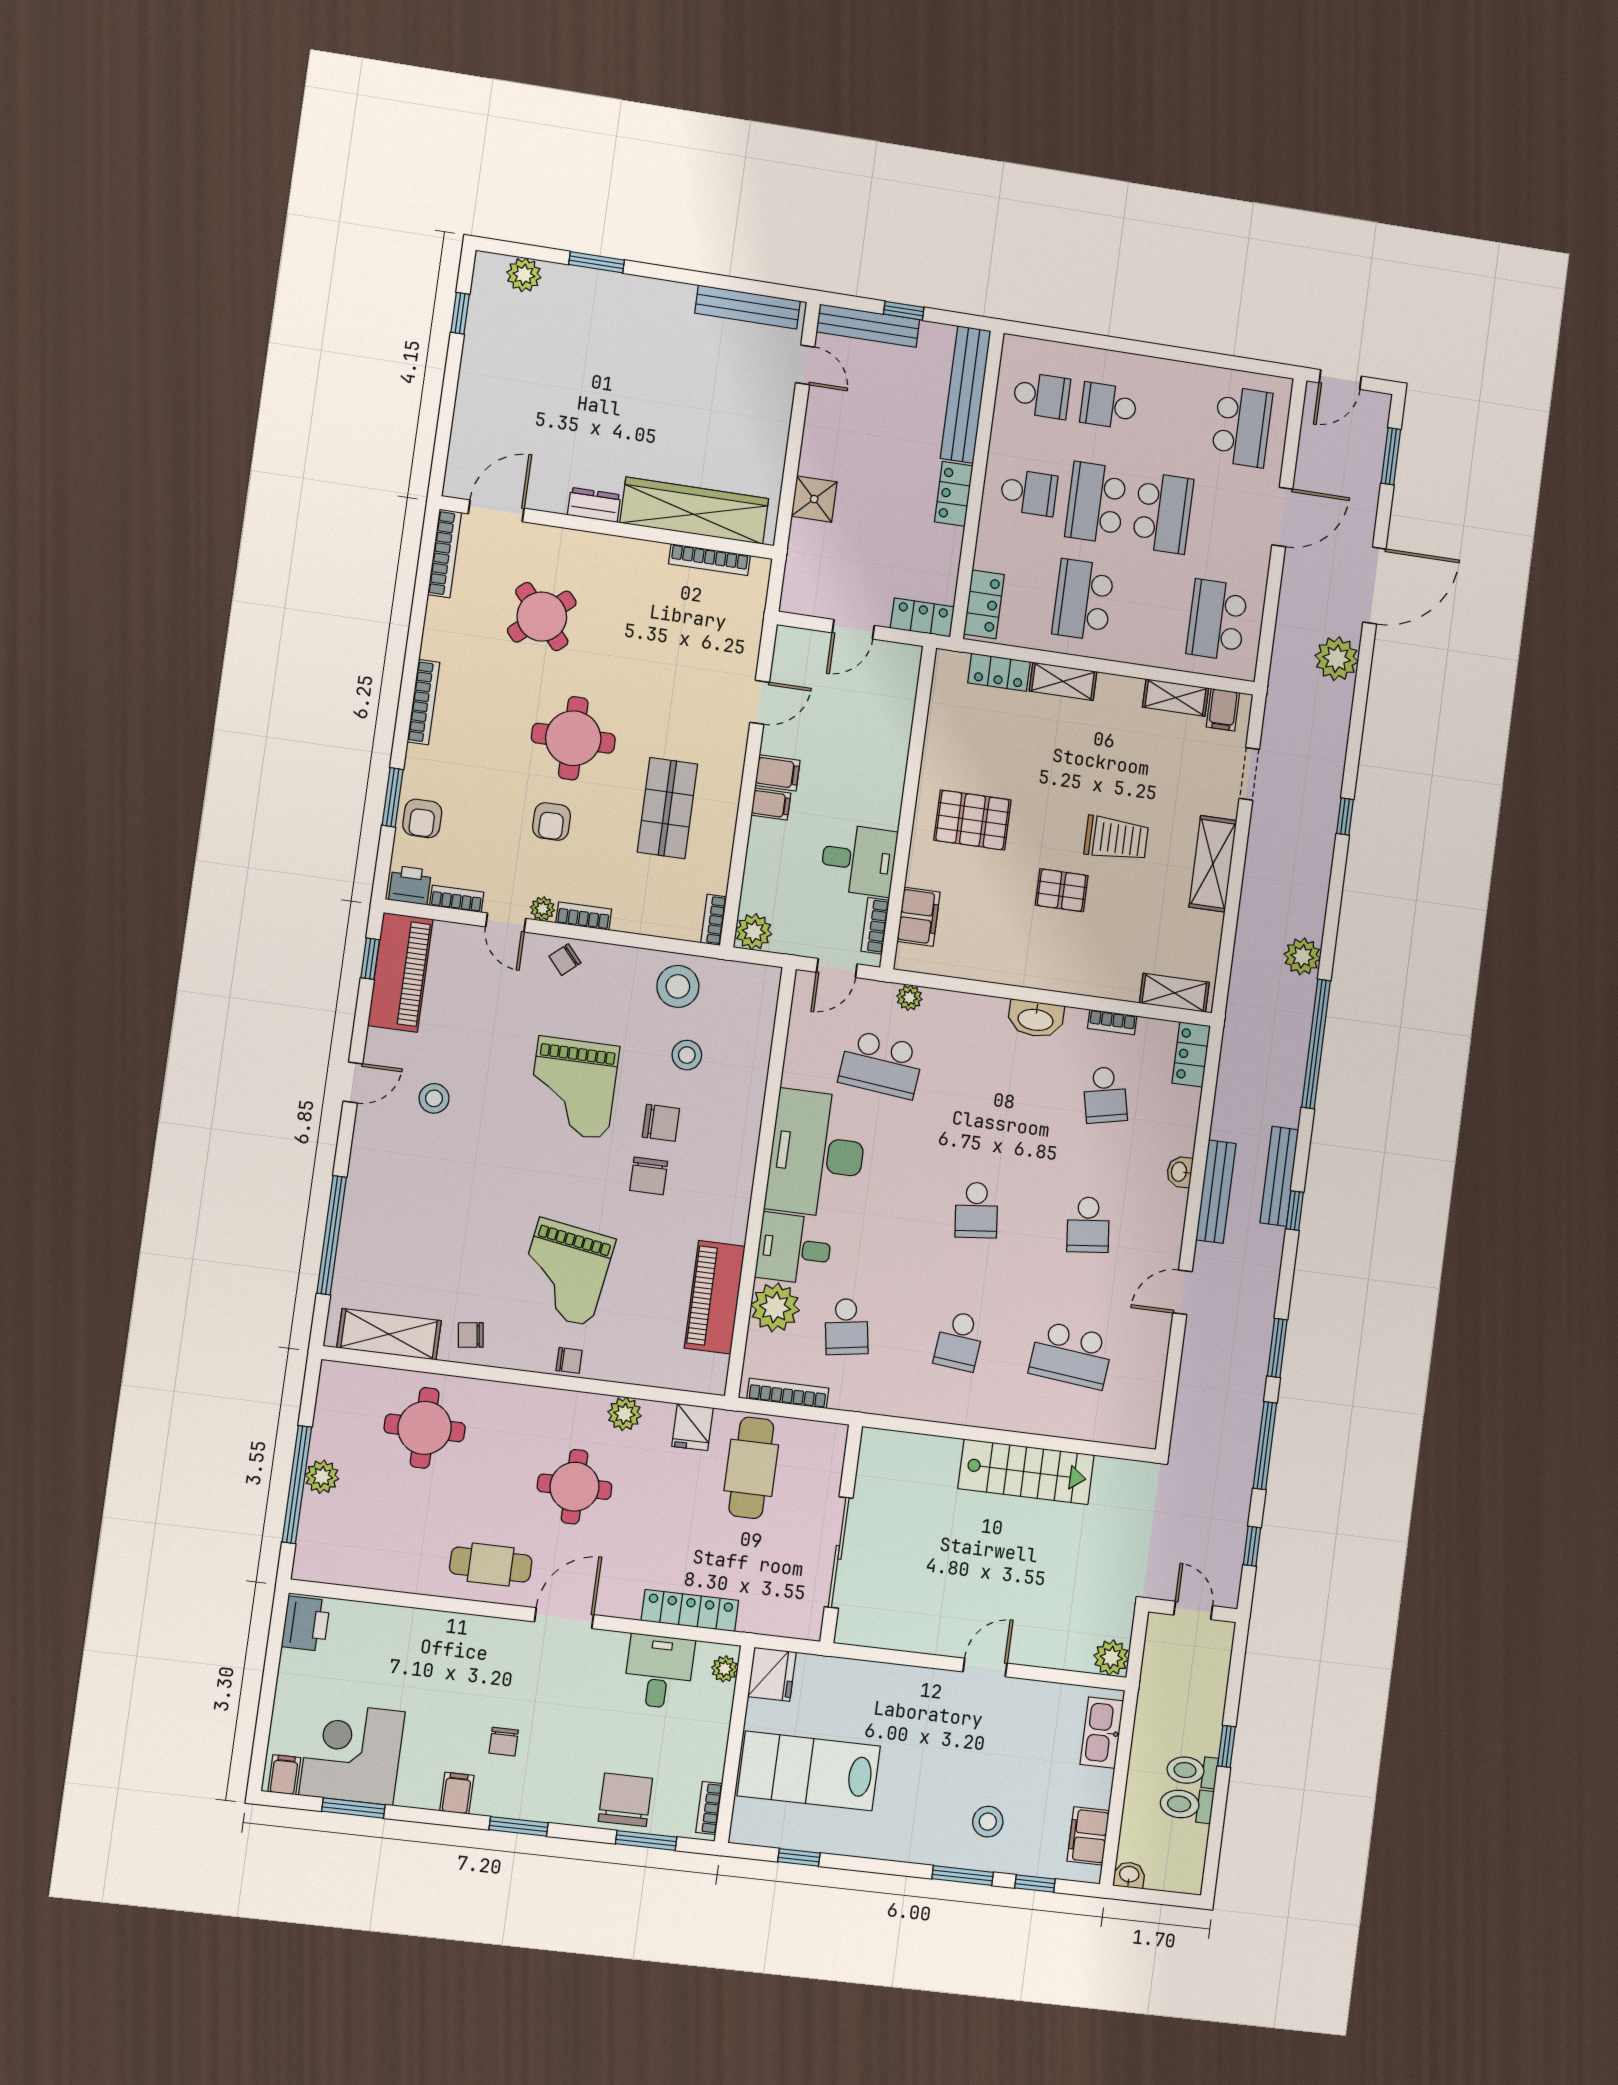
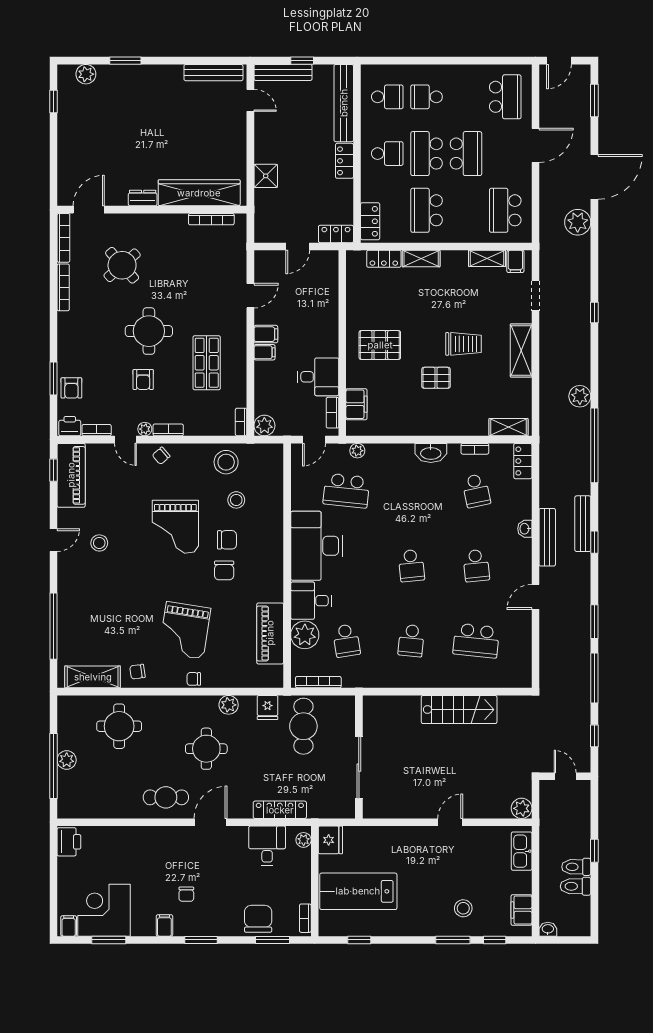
bookcase: (423, 702) -> (63, 287), moved
chair: (569, 1360) -> (194, 679), turned 180

